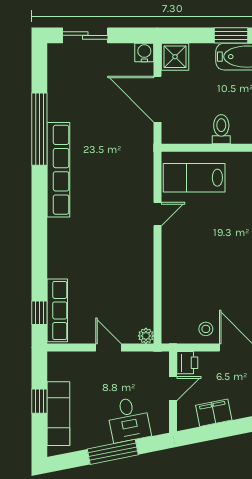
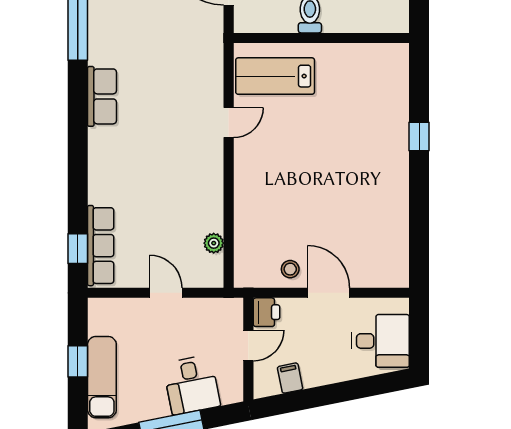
row of seats: (58, 170) -> (102, 96), width x0.50
plant: (146, 336) -> (214, 243), moved
filing cabinet: (214, 413) -> (290, 378), width x0.50

